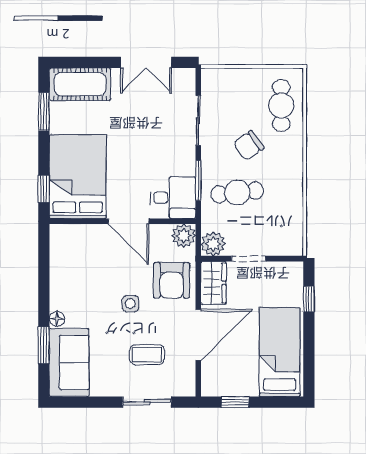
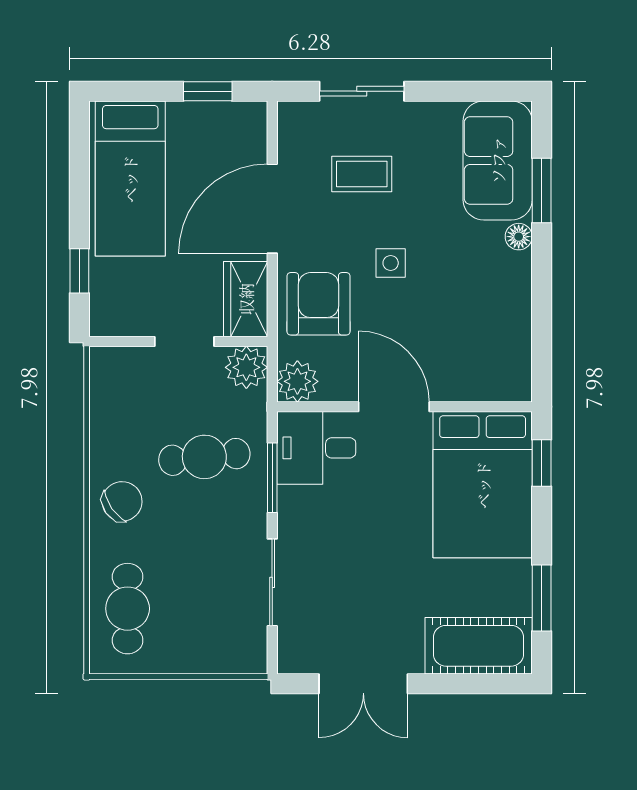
double door: (146, 62) -> (363, 684), swing flipped
chair: (249, 145) -> (122, 501), moved

